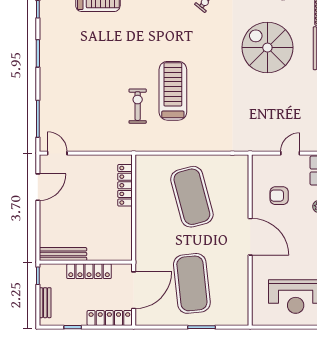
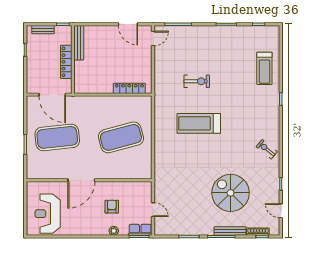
spiral stairs: (267, 48) -> (231, 193), turned -90
treadmill: (173, 91) -> (199, 123), turned 180
exercise bike: (138, 106) -> (197, 81), moved
armchair: (279, 196) -> (112, 207), moved
door: (250, 237) -> (81, 180), moved
locker: (109, 318) -> (32, 77), removed

